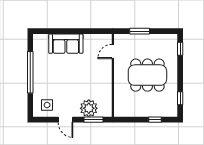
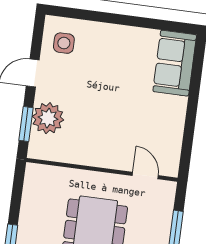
sofa: (66, 44) -> (175, 63), moved
window: (30, 72) -> (127, 20), removed

